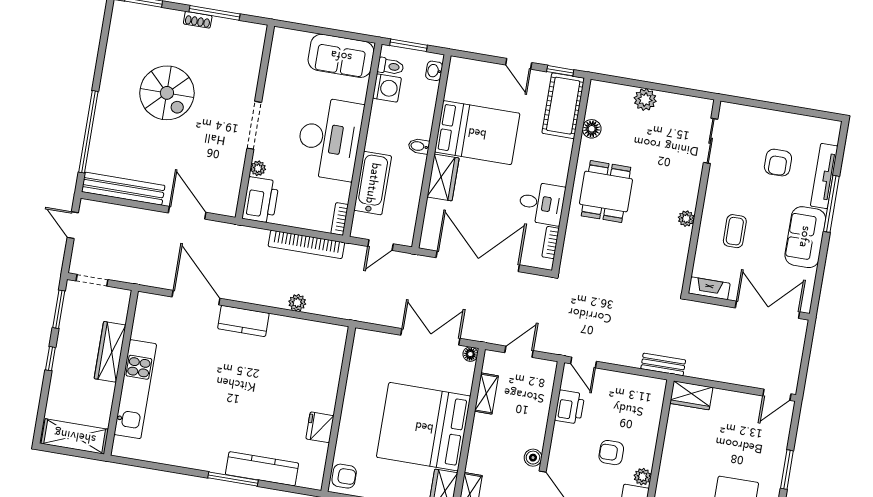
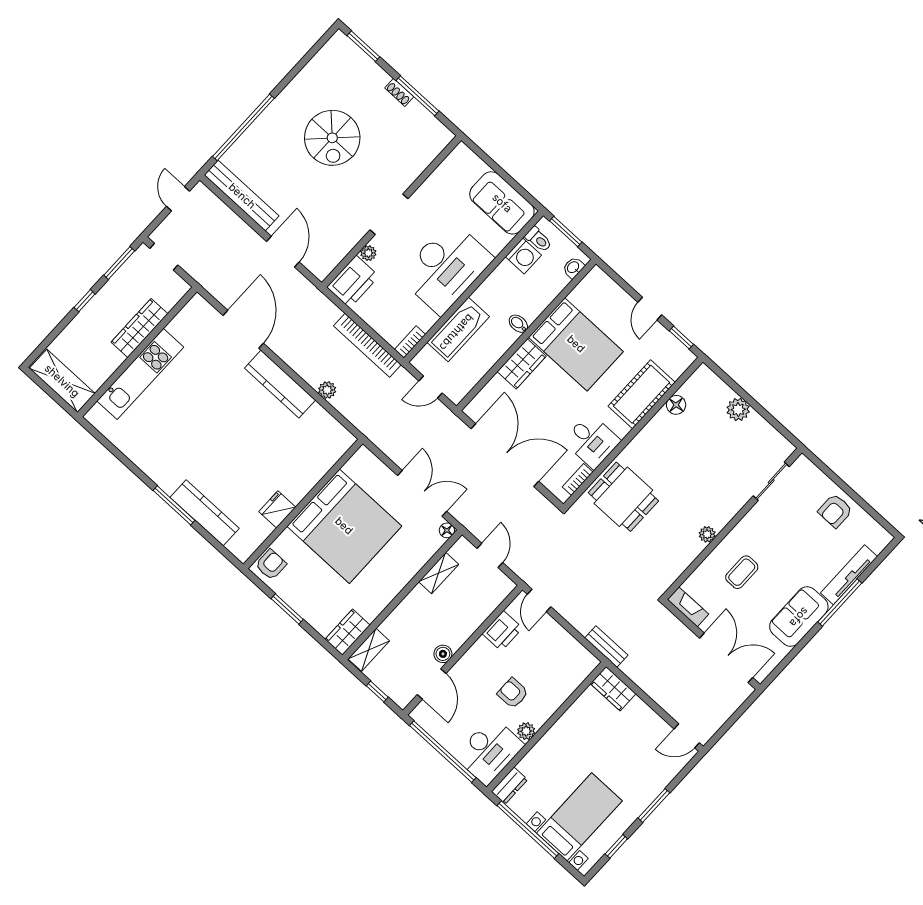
cot: (563, 106) -> (642, 394), moved
armchair: (778, 163) -> (835, 511), moved
dining table: (606, 192) -> (623, 497), moved, turned 90
kitchen counter: (243, 321) -> (280, 384), width x1.50
door: (519, 352) -> (490, 555), hinge flipped
bed: (424, 427) -> (344, 526), moved, turned 180
armchair: (344, 476) -> (271, 565), turned -90

